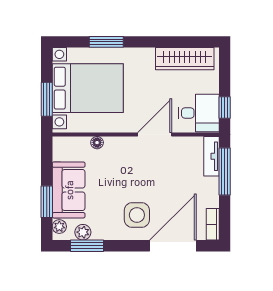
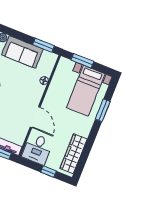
bed with nightstands: (88, 88) -> (86, 91), width x0.73
window: (225, 107) -> (48, 172), moved
window: (47, 202) -> (44, 45), moved

